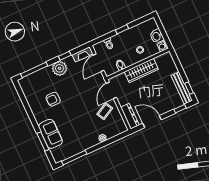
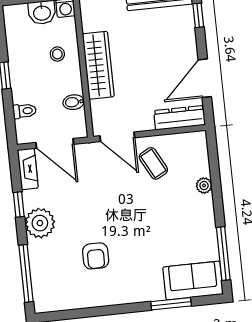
sofa: (51, 134) -> (193, 281), moved

